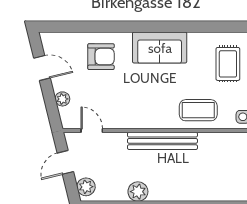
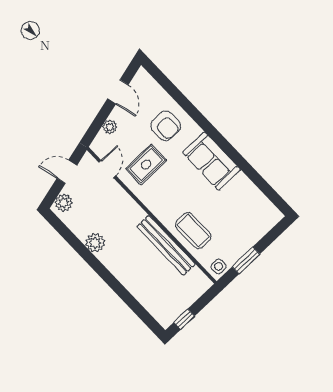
rug: (228, 64) -> (146, 165), moved
bench: (162, 141) -> (166, 245), moved

